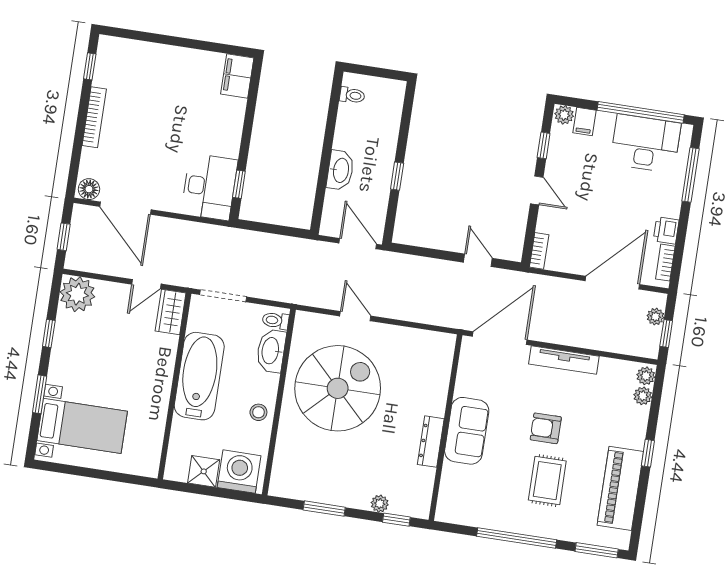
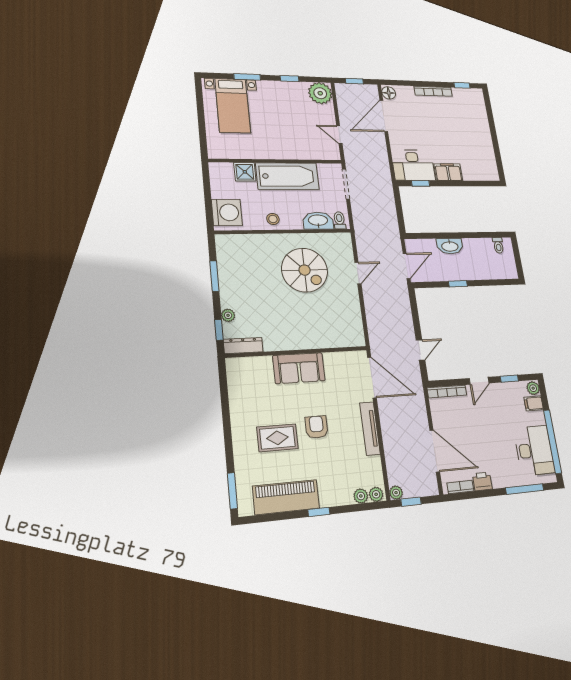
filing cabinet: (237, 76) -> (448, 172), moved
bookcase: (539, 251) -> (447, 391), width x1.56
wardrobe: (171, 312) -> (325, 152), removed
plant: (655, 317) -> (396, 493), moved
spiral stairs: (338, 388) -> (305, 270), width x0.73, depth x0.73
dresser: (431, 442) -> (243, 346), moved
shower: (204, 471) -> (245, 172), moved
window: (517, 538) -> (227, 424), removed

